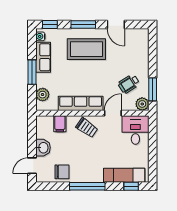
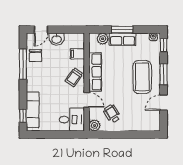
row of seats: (43, 57) -> (123, 39), moved
window: (153, 89) -> (107, 135), removed
door: (32, 166) -> (41, 30), swing flipped
window: (87, 186) -> (23, 64), moved

